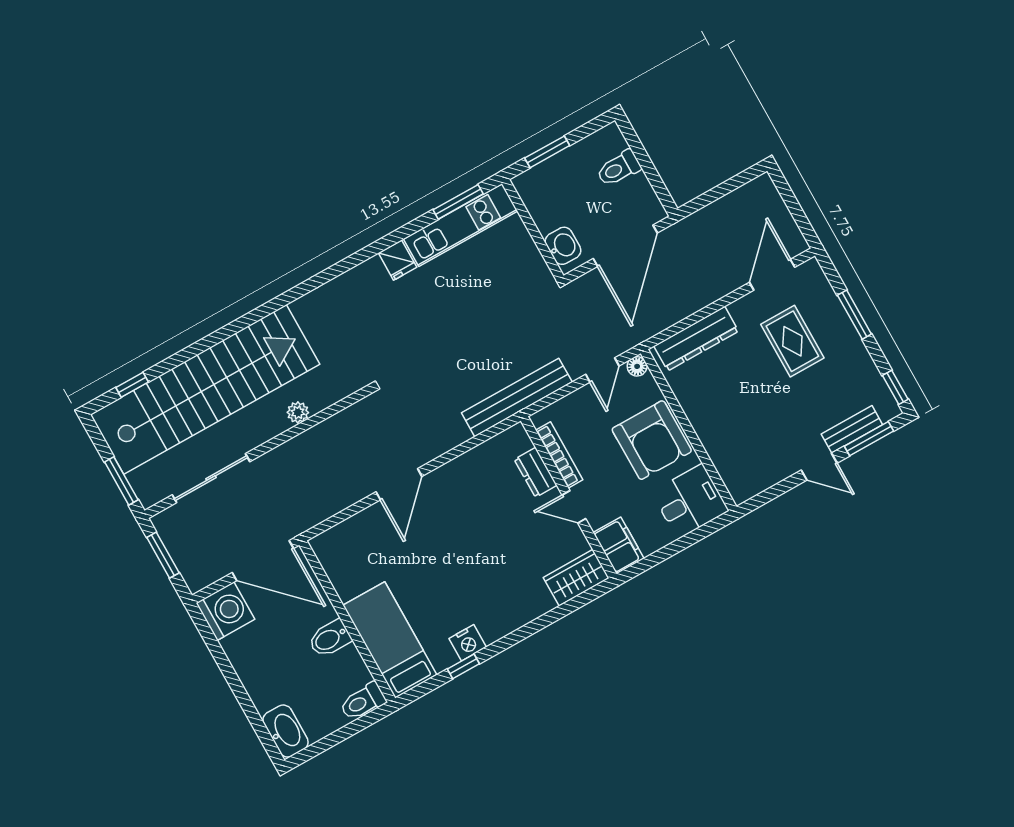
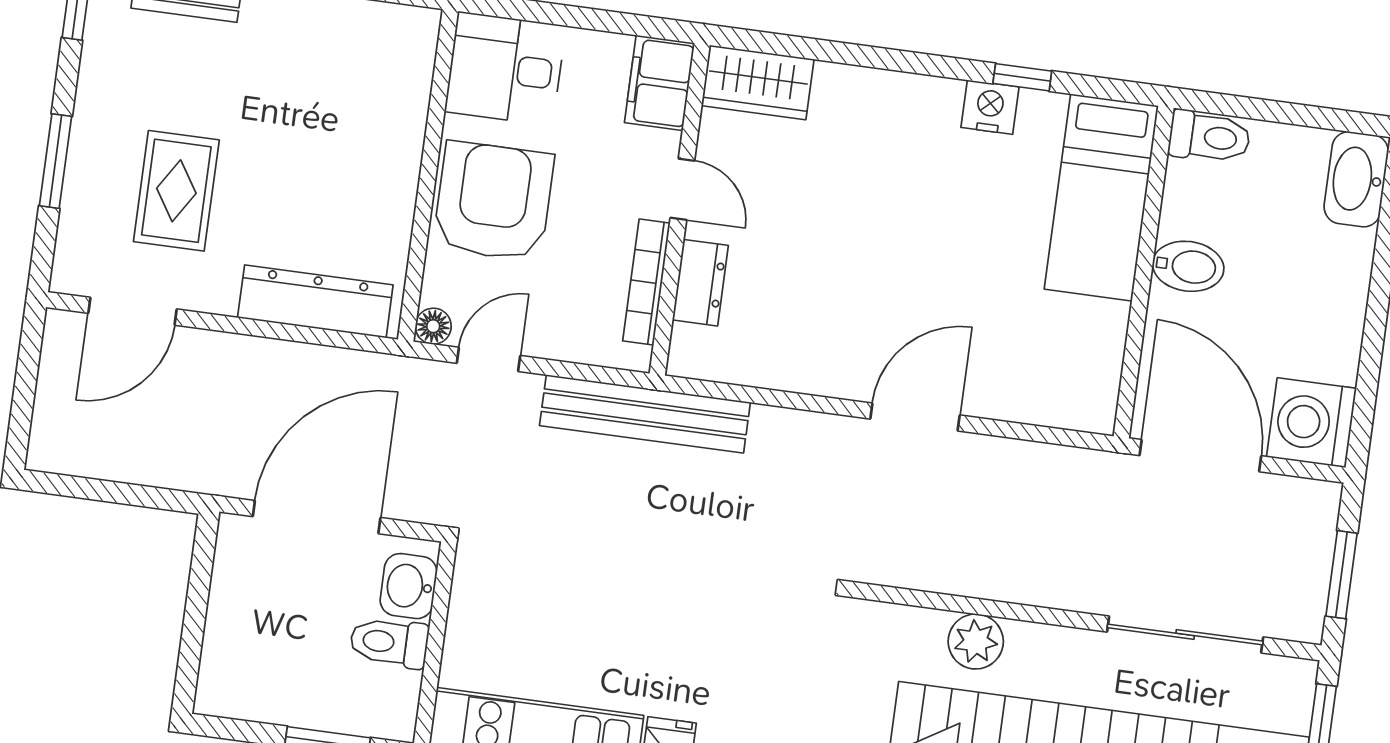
toilet: (619, 168) -> (389, 642), moved, turned 180
plant: (298, 412) -> (976, 641), width x1.38, depth x1.38

